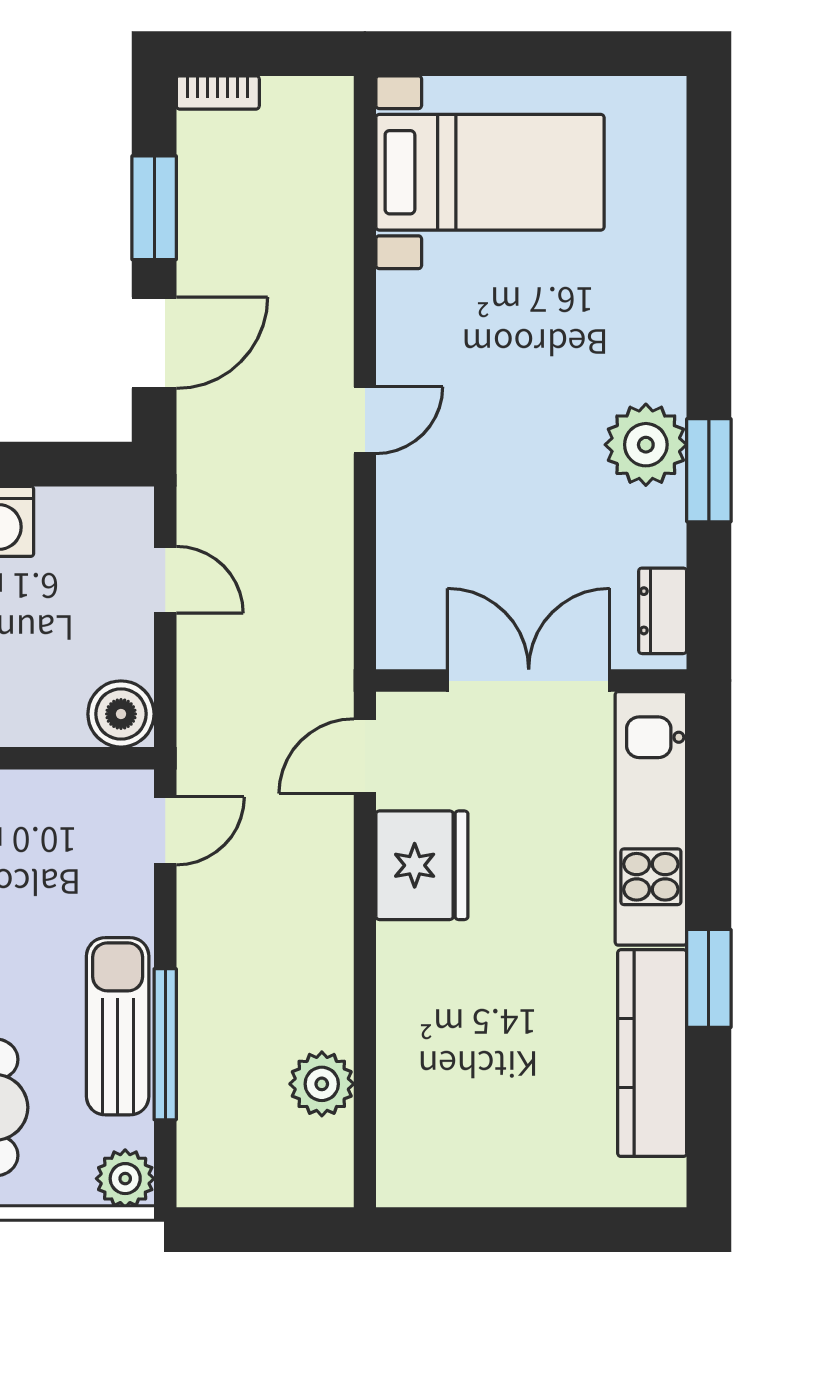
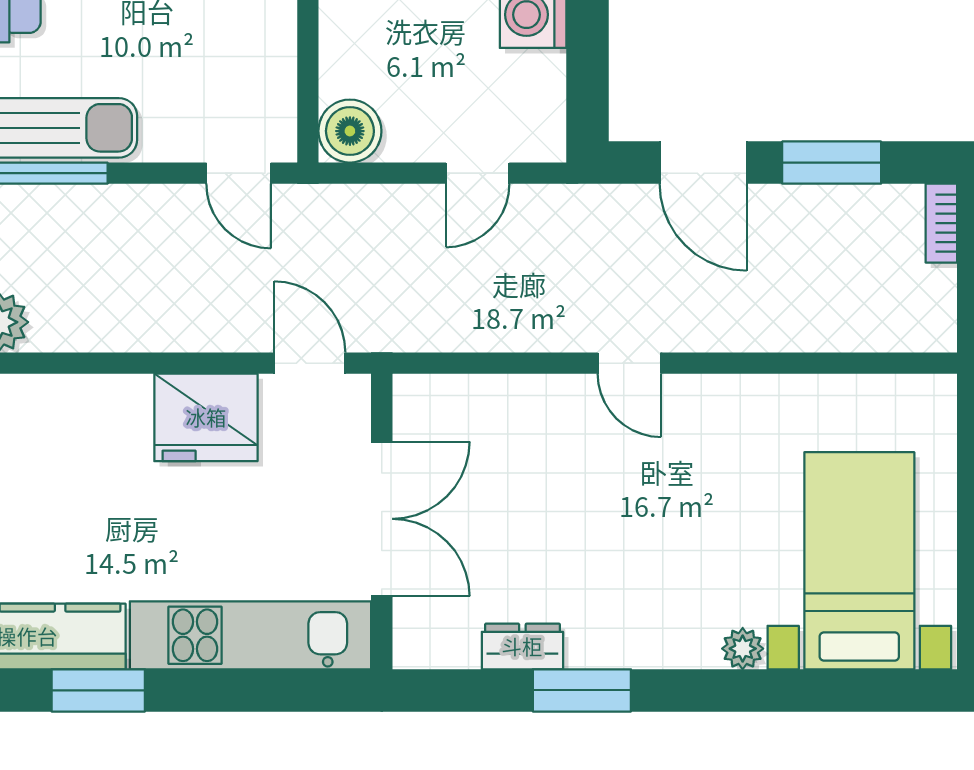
bed with nightstands: (490, 172) -> (859, 561), moved, turned 180
plant: (646, 445) -> (743, 649), moved, width x0.53, depth x0.53
dresser: (663, 611) -> (522, 646), moved

